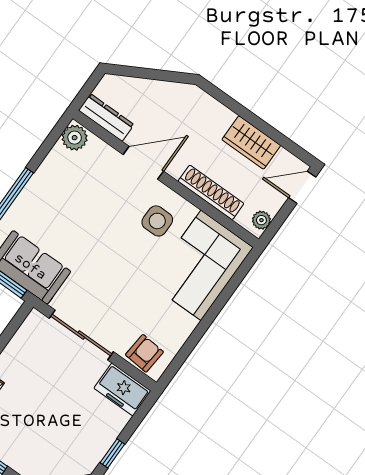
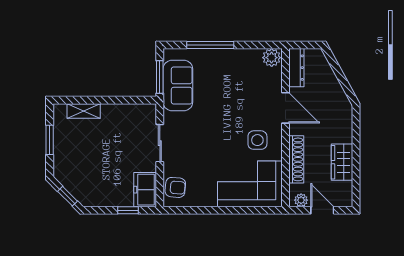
door: (302, 187) -> (322, 210), moved
sliding door: (81, 335) -> (160, 143), width x0.73
window: (112, 453) -> (128, 210), moved

